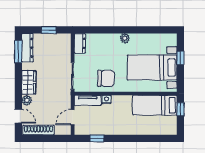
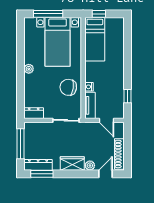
window: (49, 30) -> (21, 144), width x2.17
window: (180, 58) -> (48, 14), width x2.17
chair: (106, 78) -> (68, 87), turned -83

